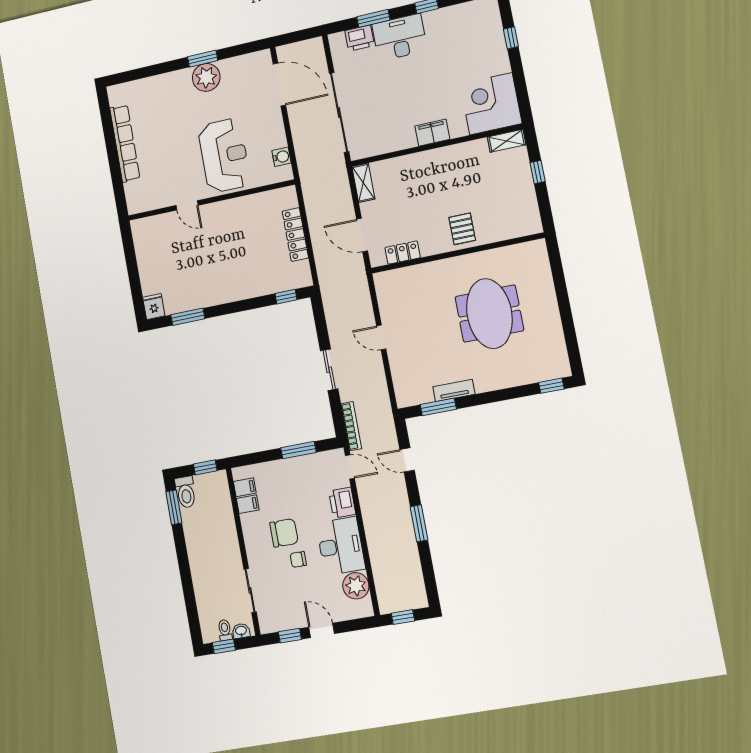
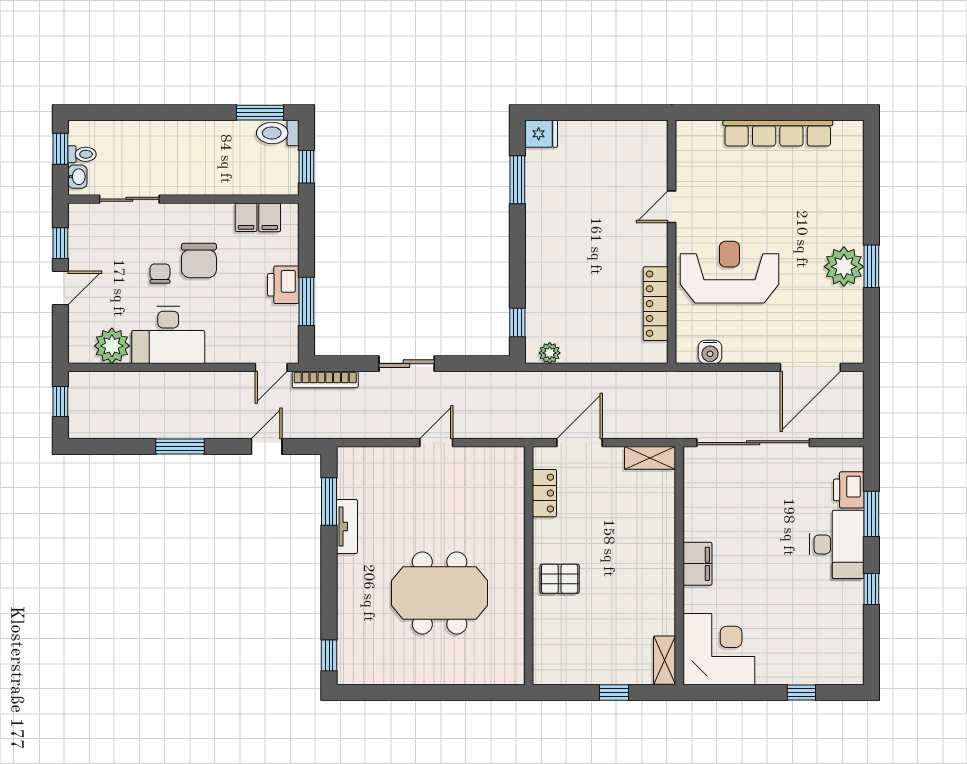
reception desk: (224, 155) -> (729, 272), turned 180
locker: (295, 234) -> (656, 304), moved, turned -90
plant: (303, 269) -> (550, 353), added
printer: (342, 503) -> (283, 285), moved, turned -90

